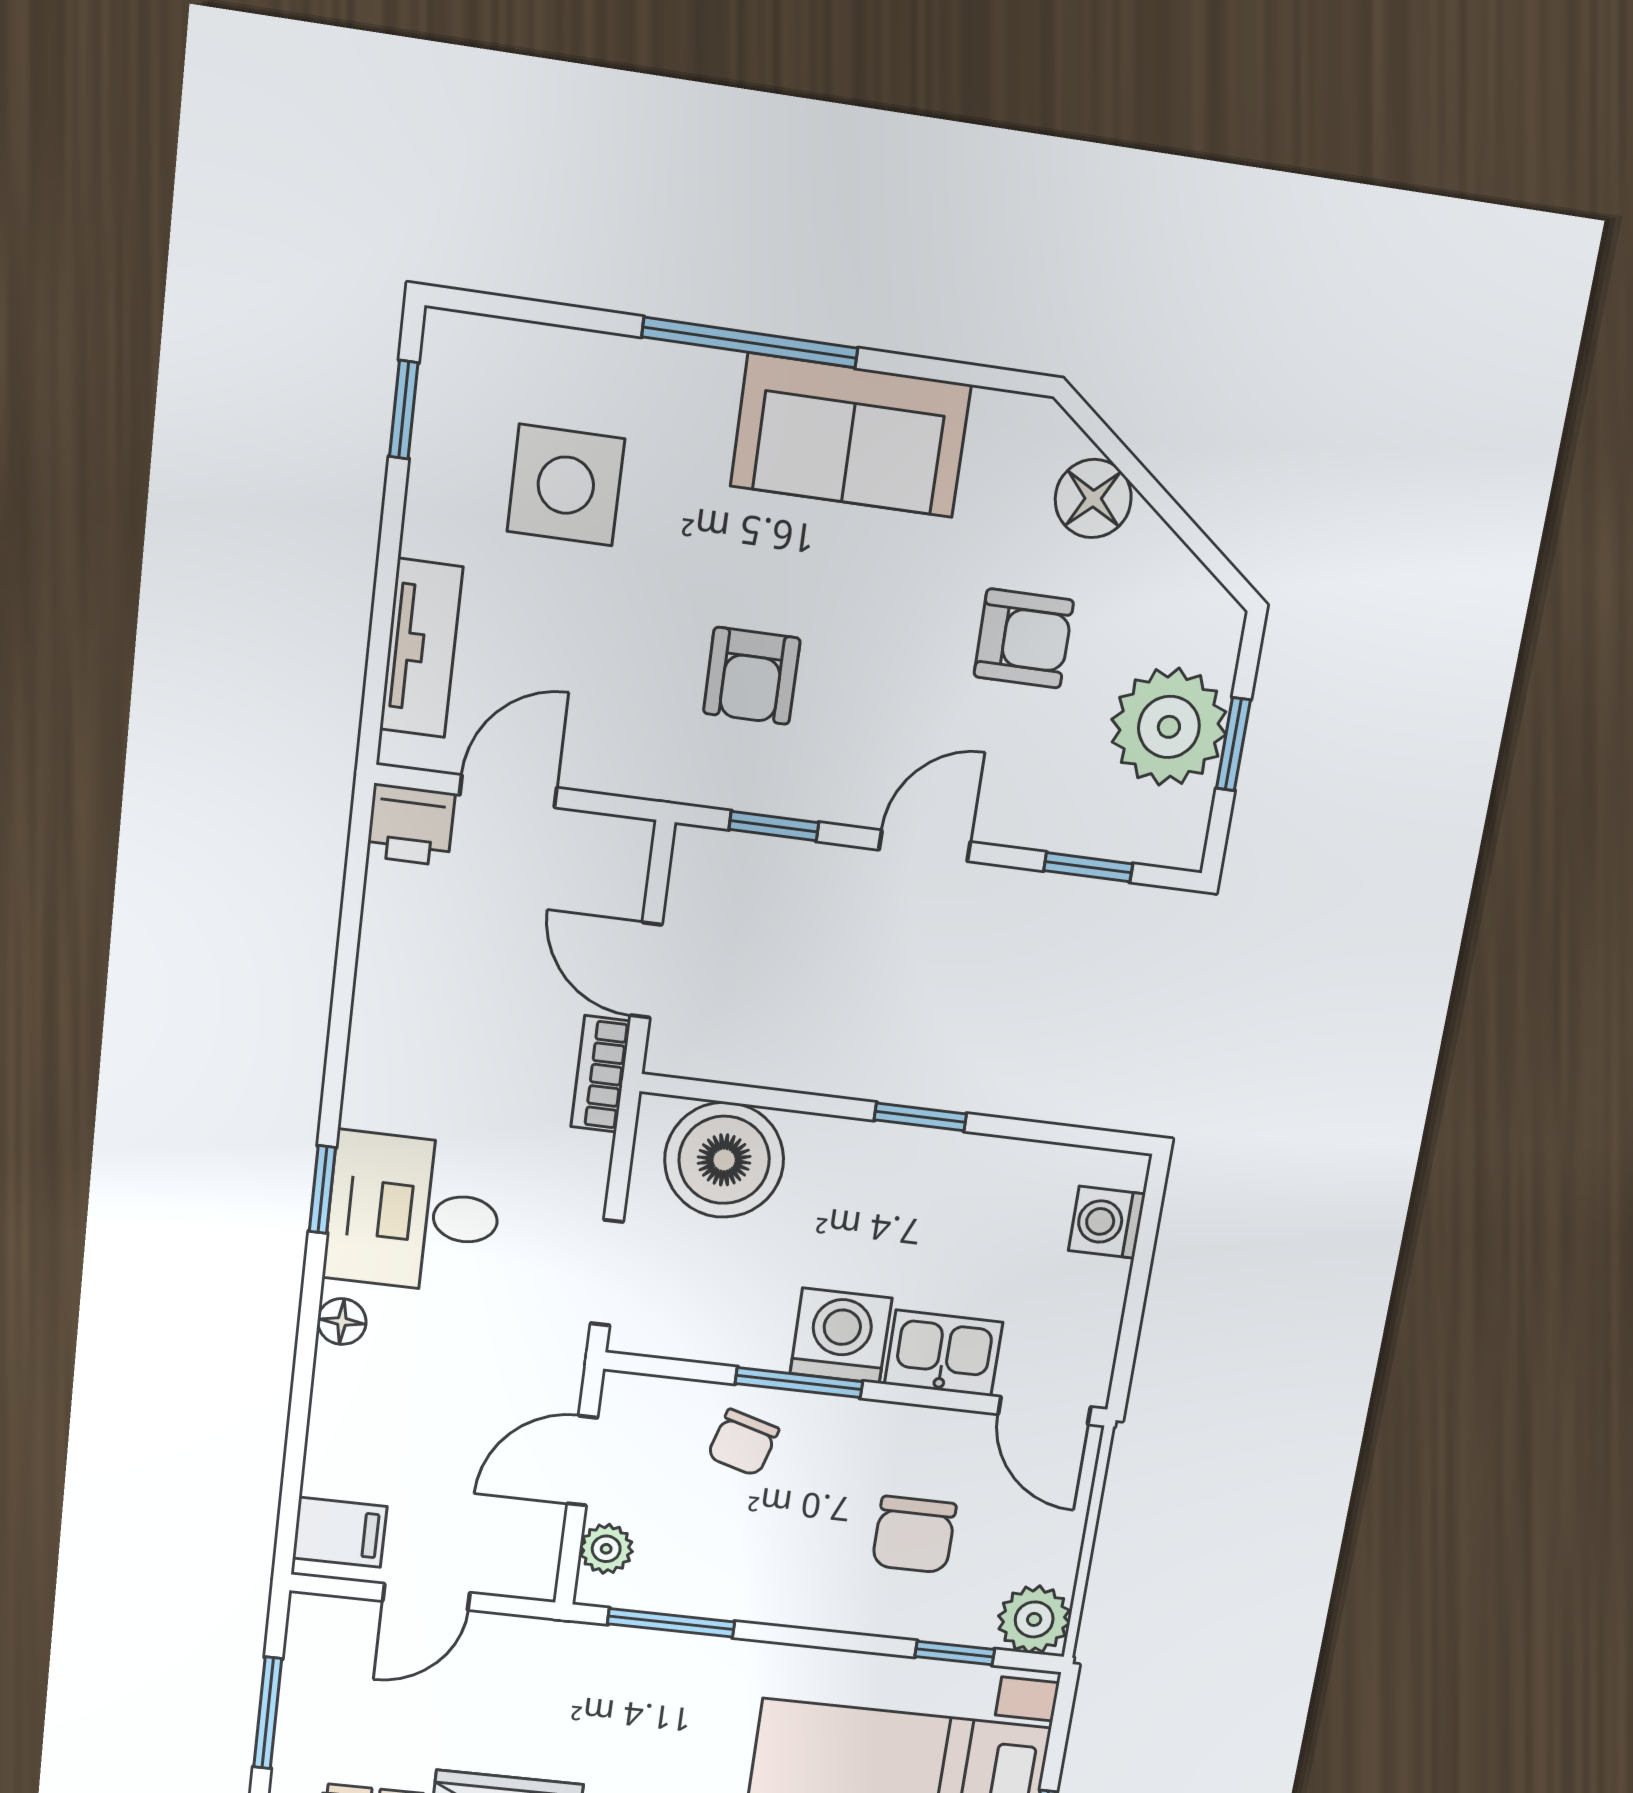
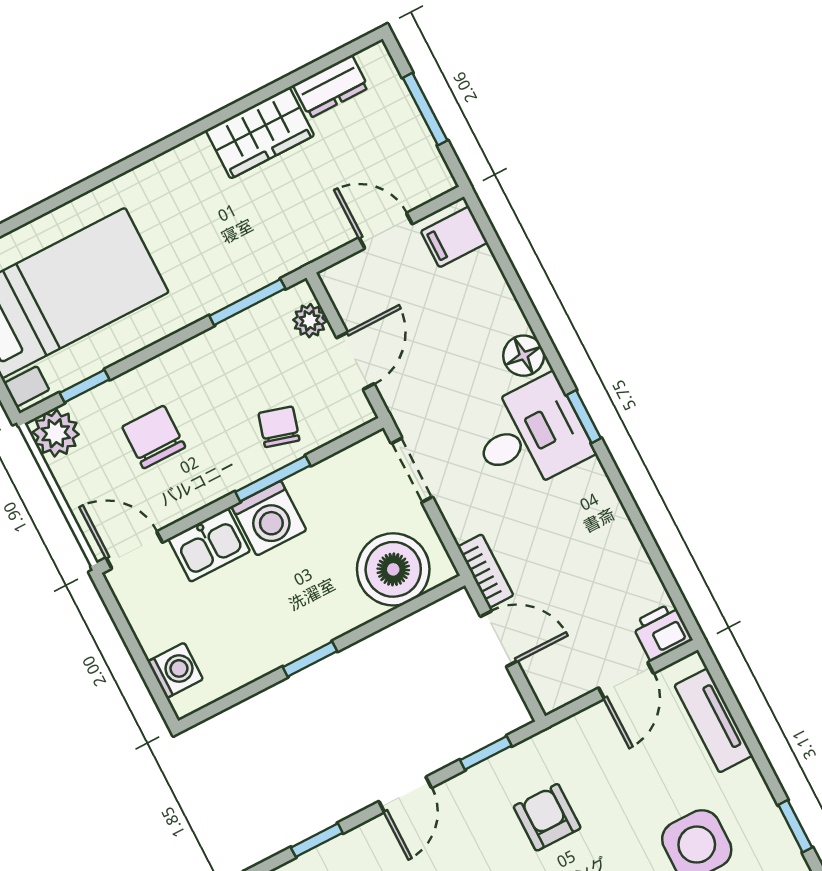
floor lamp: (342, 1321) -> (524, 356), width x1.37, depth x1.37
door: (426, 1597) -> (386, 231), hinge flipped

